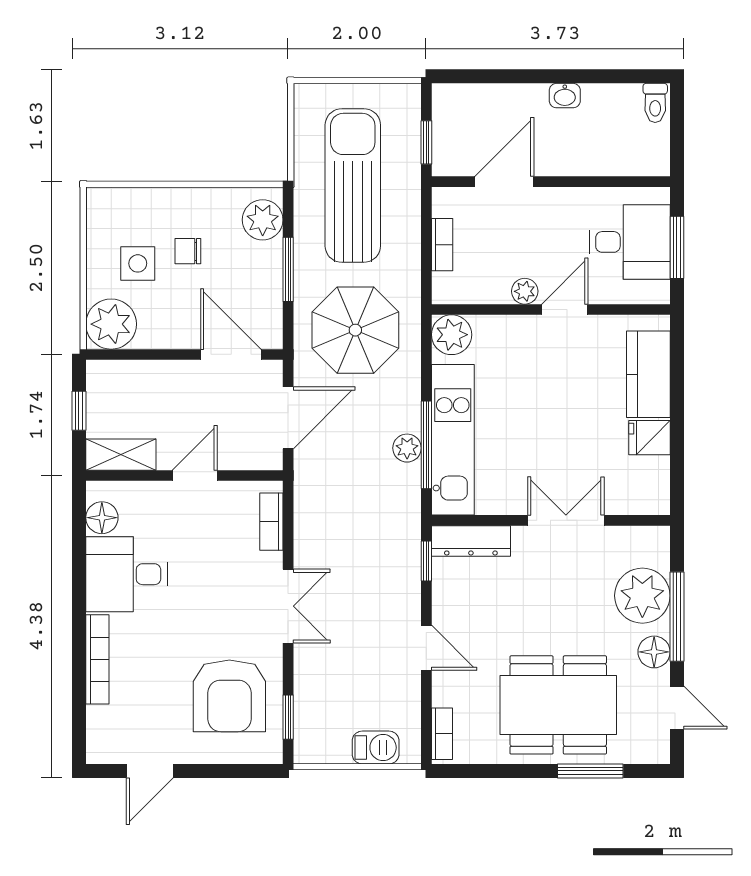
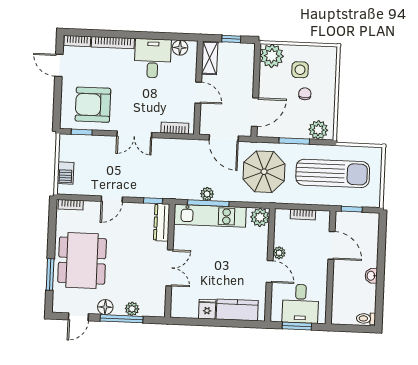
plant: (642, 596) -> (132, 309), width x0.53, depth x0.53
bookcase: (97, 735) -> (77, 41), added

